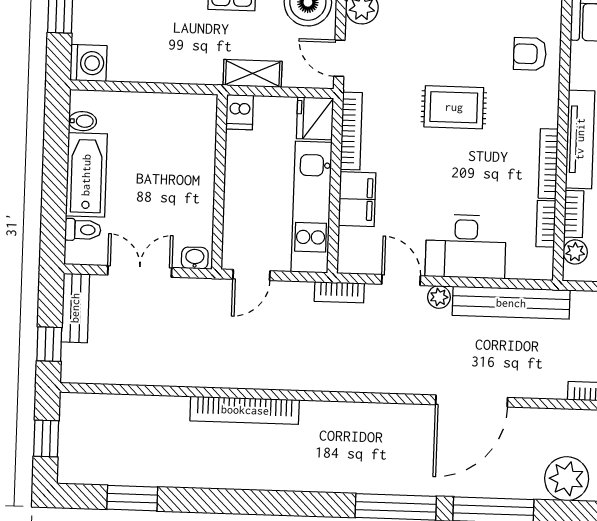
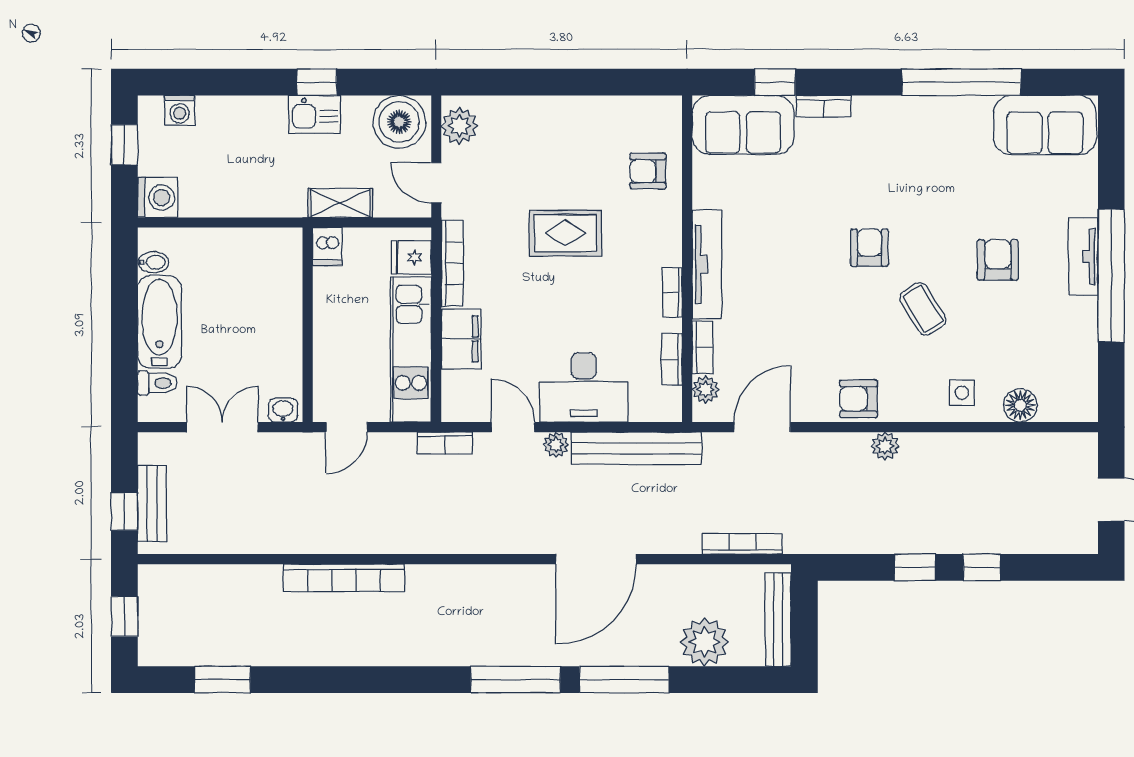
fridge: (315, 118) -> (411, 257), width x0.72
bookcase: (548, 164) -> (672, 292), width x0.64
bench: (75, 308) -> (152, 503), moved

